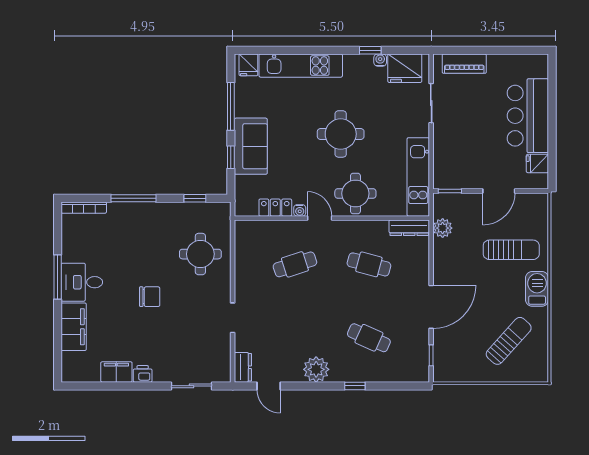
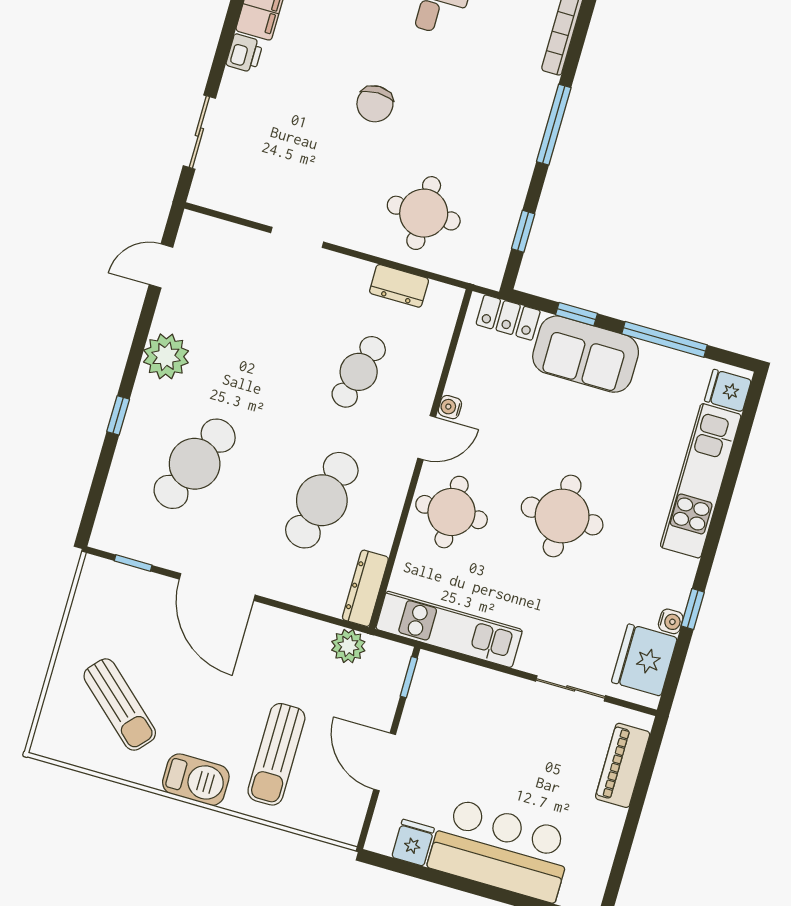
locker: (275, 208) -> (508, 318), moved, turned 90
cafe table: (295, 264) -> (359, 372), turned 33
cafe table: (369, 264) -> (322, 500), width x1.37, depth x1.35
cafe table: (369, 338) -> (195, 464), width x1.37, depth x1.35
dresser: (243, 367) -> (399, 286), moved

